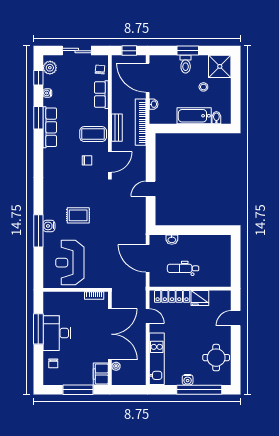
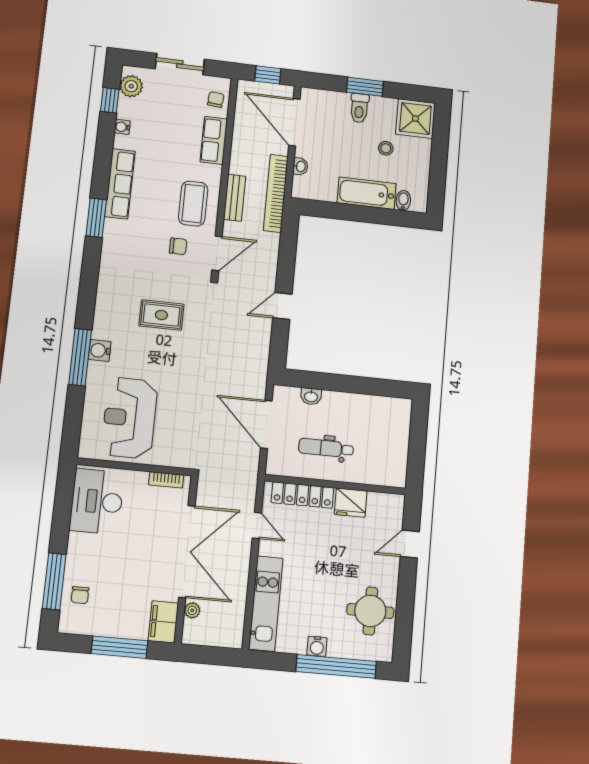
window: (38, 118) -> (96, 218), moved
coffee table: (93, 134) -> (193, 204), turned 90
rug: (78, 215) -> (161, 315), moved
window: (38, 329) -> (54, 581), moved
desk: (57, 333) -> (97, 501), moved

